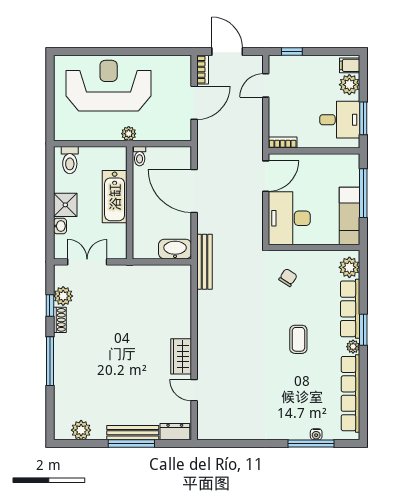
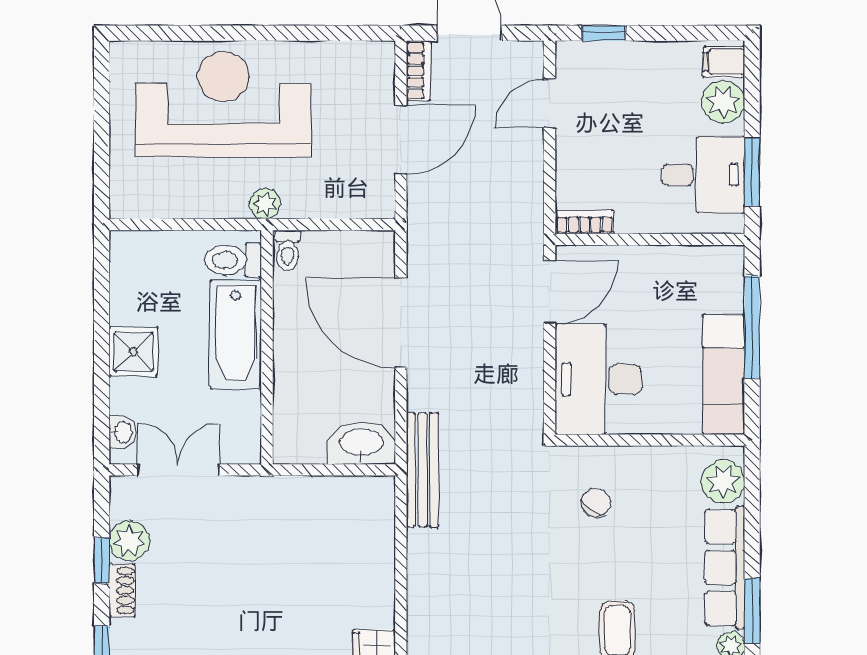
toilet: (70, 160) -> (233, 260), moved, turned 90
washbasin: (60, 226) -> (122, 432), moved

